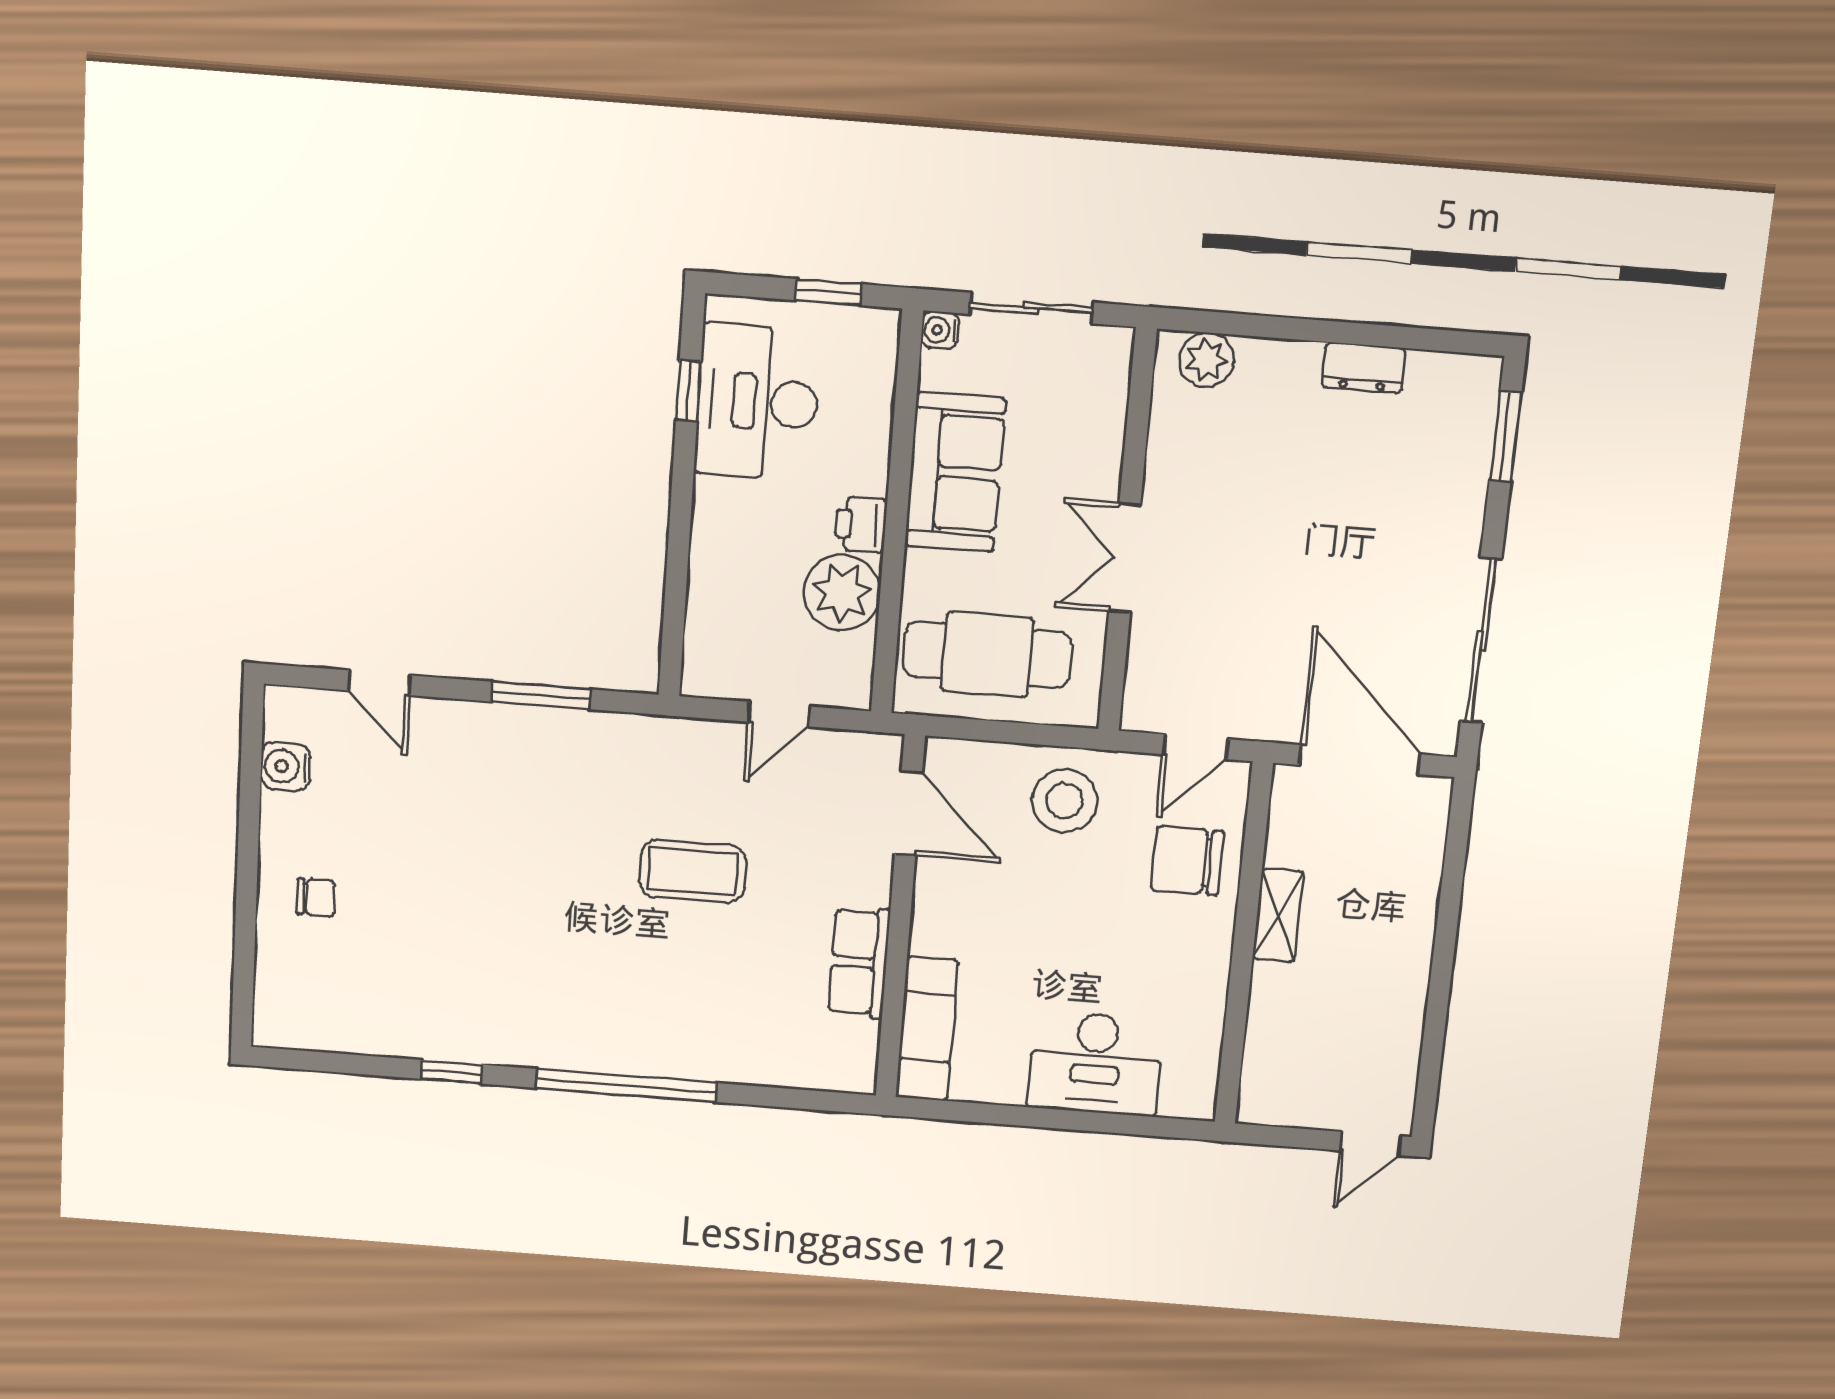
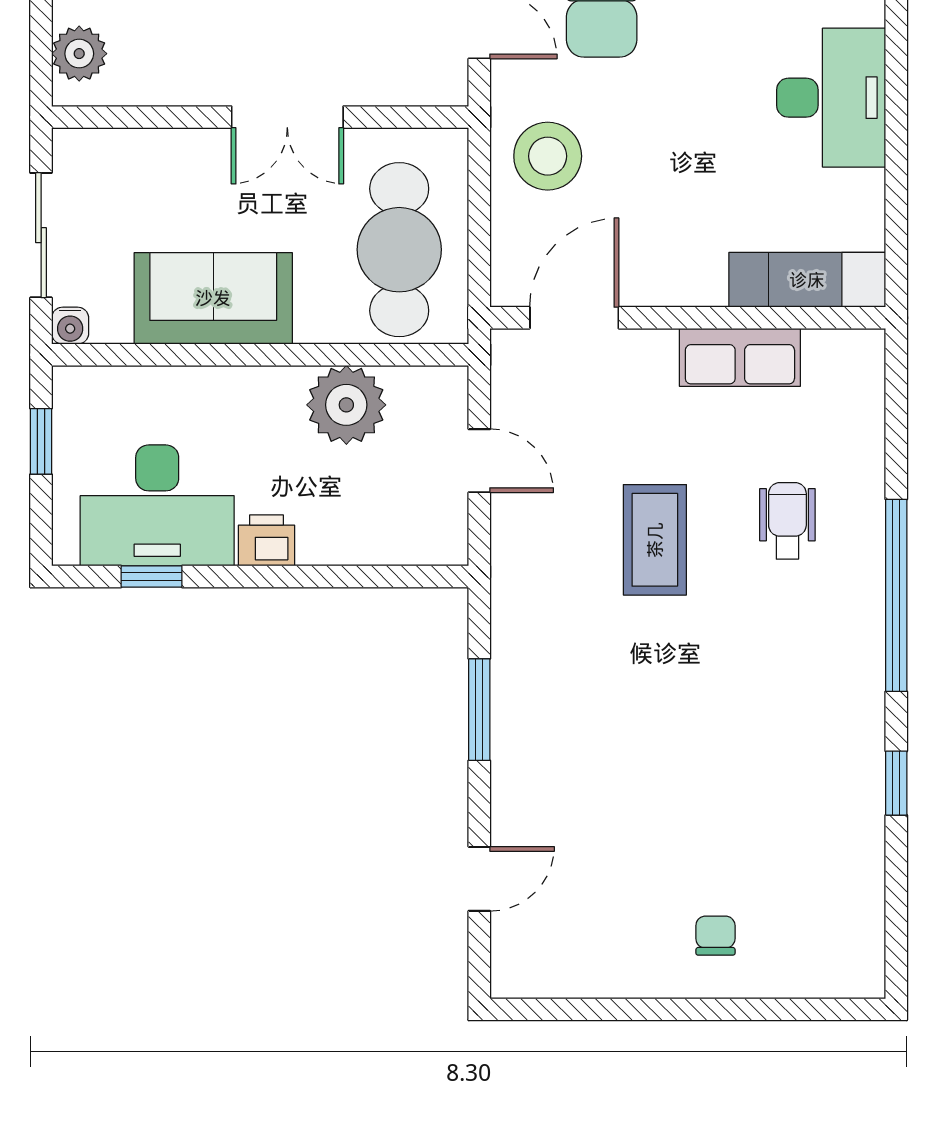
printer: (861, 525) -> (266, 540), moved, turned 180
water cooler: (285, 766) -> (576, 973), removed
wheelchair: (702, 993) -> (787, 521), added

